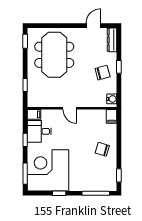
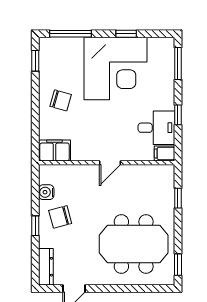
meeting table: (54, 55) -> (134, 244), turned 90
water cooler: (112, 99) -> (46, 192), moved
door: (70, 108) -> (110, 163), swing flipped
filing cabinet: (112, 116) -> (54, 151), width x2.00
corner desk: (48, 170) -> (116, 68), moved

